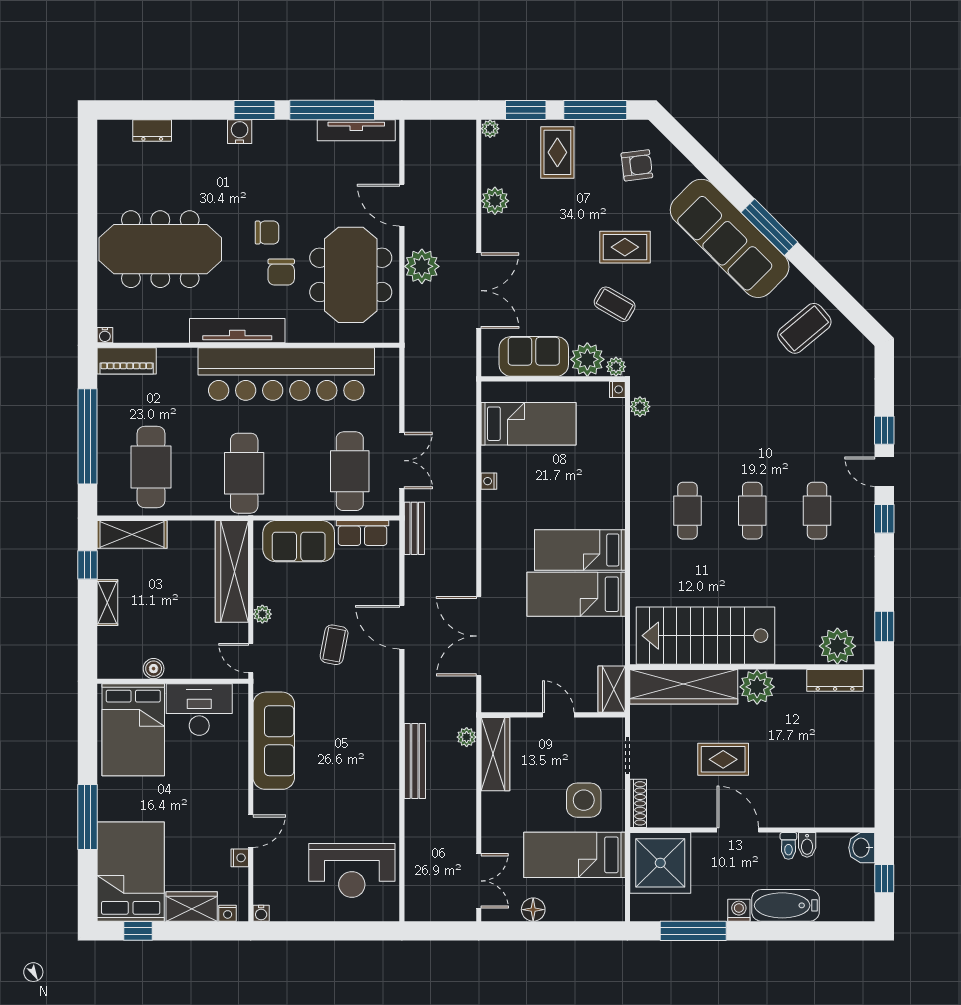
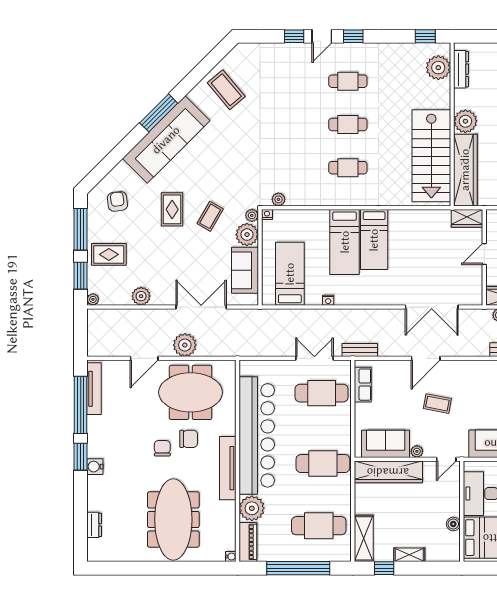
plant: (177, 367) -> (252, 508), added
sofa: (299, 541) -> (386, 444), moved, turned -90
bed: (576, 594) -> (345, 242), moved

